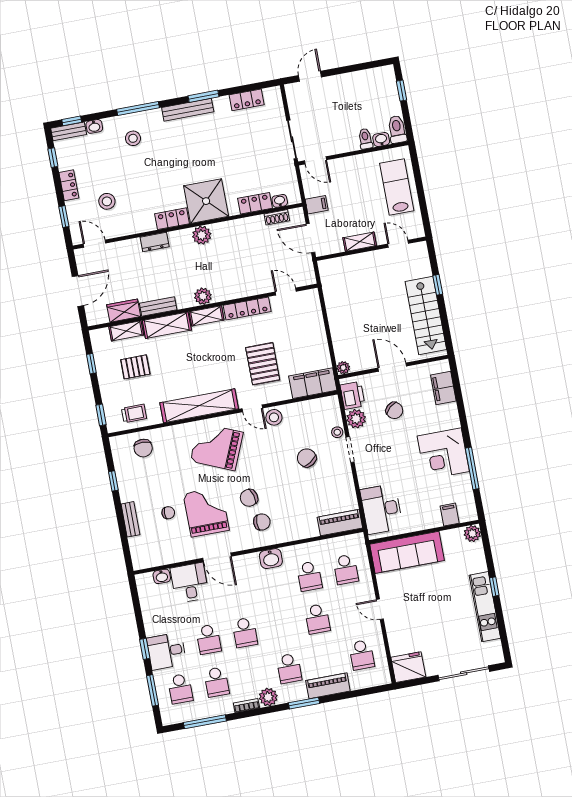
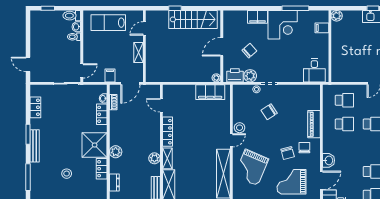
stool: (133, 138) -> (67, 174), moved
door: (286, 292) -> (161, 105), hinge flipped
pallet: (263, 364) -> (204, 128), removed
filing cabinet: (313, 383) -> (210, 92), moved, turned -90
filing cabinet: (443, 388) -> (258, 17), moved
desk: (382, 509) -> (314, 70), width x0.73
piano: (340, 523) -> (314, 124), moved
sofa: (407, 552) -> (341, 59), removed
washbasin: (271, 559) -> (329, 160), moved

